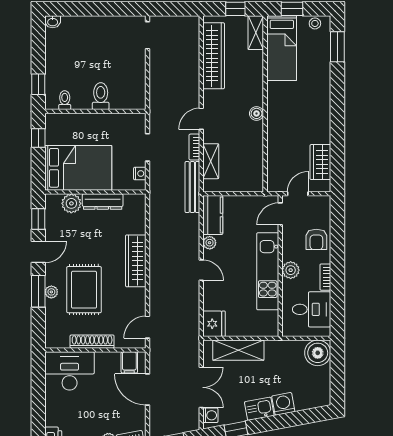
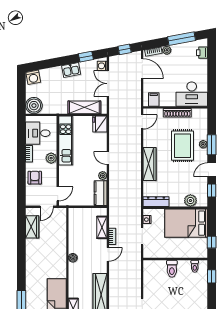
bench: (192, 187) -> (114, 211), removed
dresser: (103, 202) -> (156, 202), moved
kitchen unit: (268, 271) -> (66, 140), moved
door: (147, 389) -> (142, 69), moved
washing machine: (283, 404) -> (33, 77), moved

